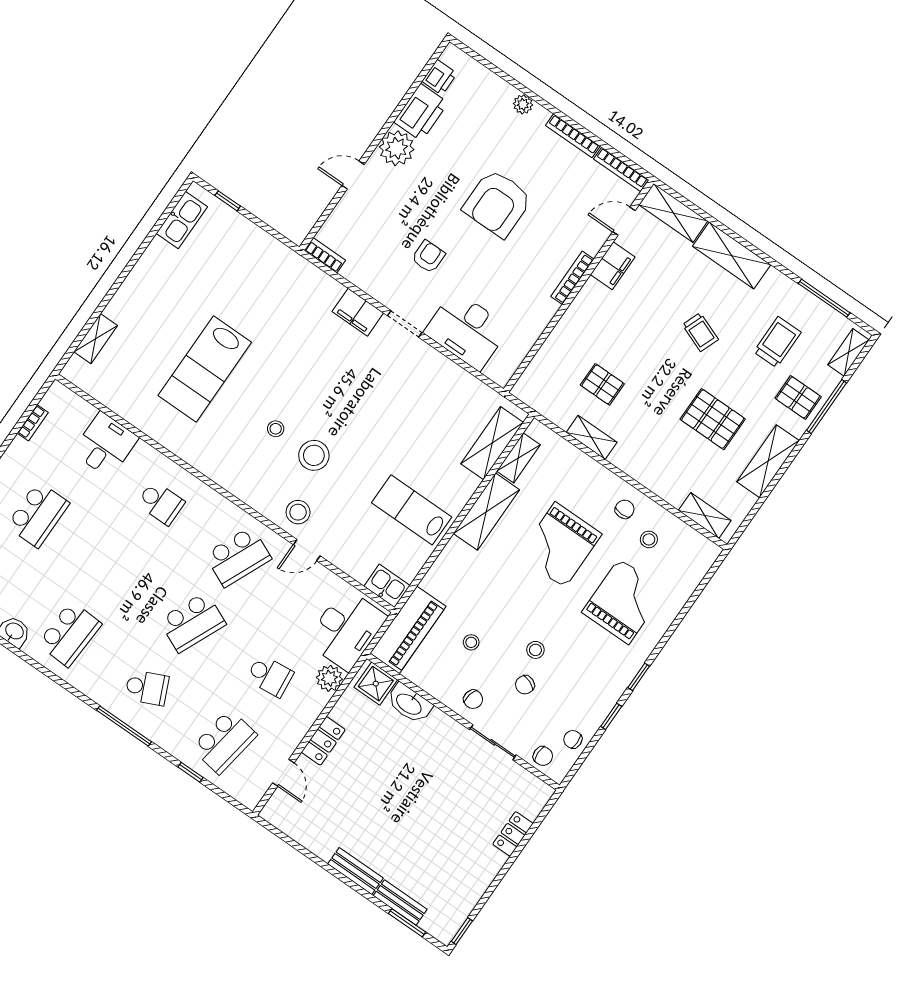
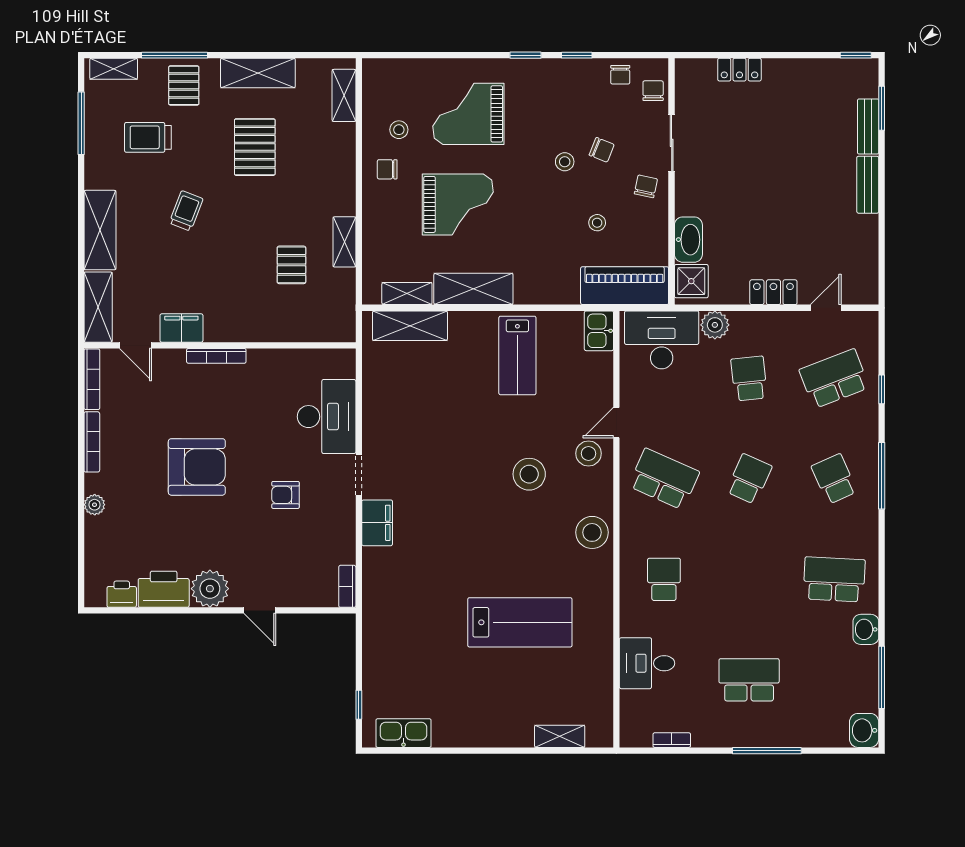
stool: (276, 429) -> (592, 532), moved, width x1.89, depth x1.89
door: (307, 550) -> (616, 423), swing flipped
school desk: (192, 622) -> (749, 479), width x0.54
school desk: (224, 741) -> (834, 379), turned -30

